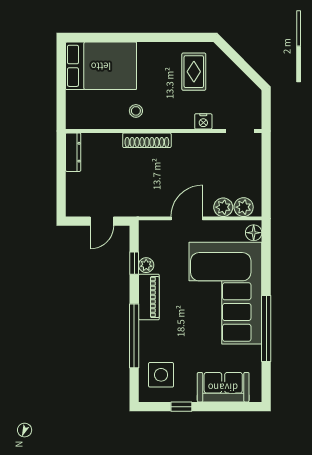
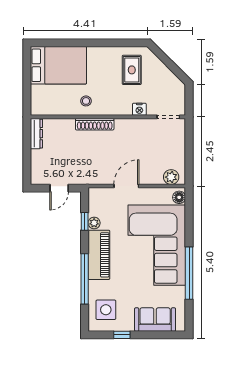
plant: (223, 207) -> (155, 177), removed
piano: (149, 297) -> (99, 255), width x1.37, depth x1.33

